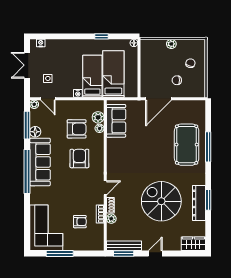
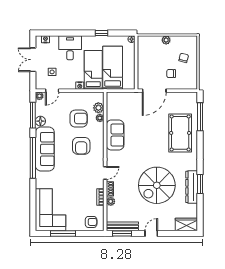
desk: (67, 52) -> (70, 48), added
door: (48, 99) -> (52, 91), hinge flipped
sofa: (116, 121) -> (115, 135), moved
window: (208, 147) -> (200, 117), moved
armchair: (79, 158) -> (81, 146), turned 180
spiral stairs: (161, 201) -> (157, 185), turned -90
armchair: (80, 222) -> (91, 222), moved

